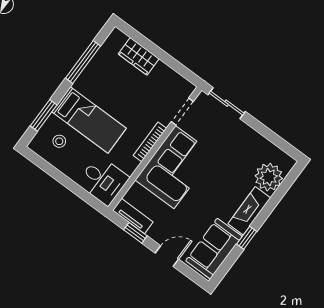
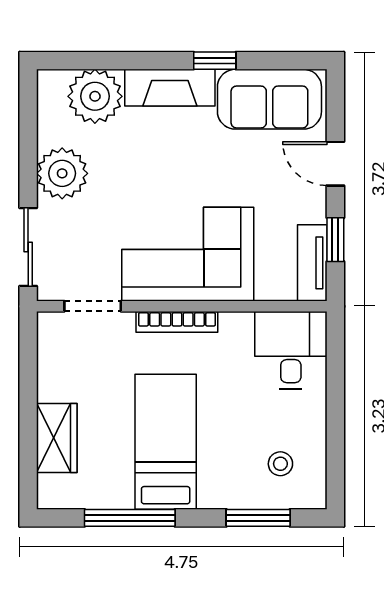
bed: (89, 120) -> (166, 442), moved
plant: (247, 140) -> (62, 173), added

